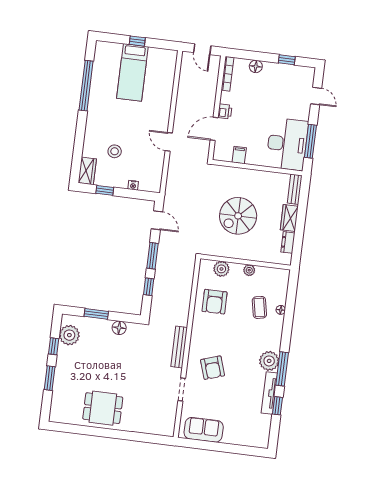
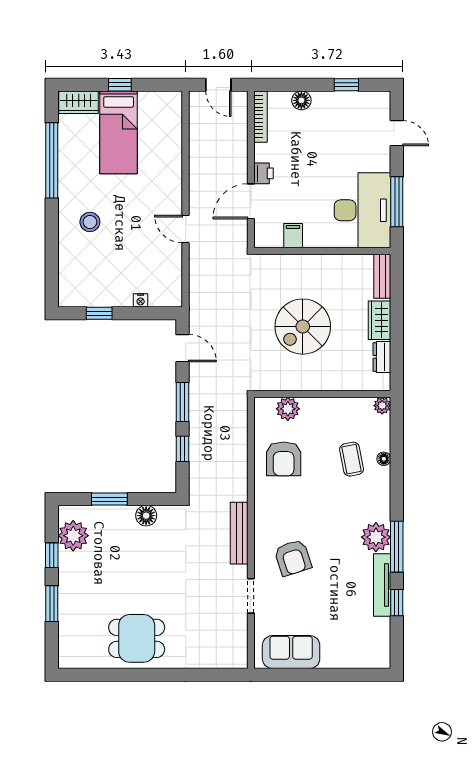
stool: (115, 151) -> (90, 222), moved
wardrobe: (87, 171) -> (79, 102), moved, turned 90
plant: (249, 270) -> (382, 406), moved

